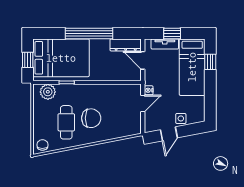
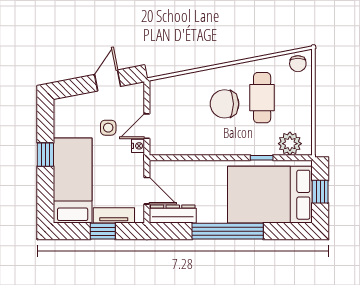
window: (210, 62) -> (45, 155), moved
side table: (181, 118) -> (108, 128), moved

